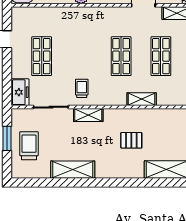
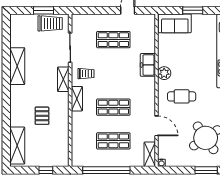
freezer: (20, 92) -> (148, 65), moved, turned 90
shelving: (142, 99) -> (77, 99), moved
trolley: (29, 146) -> (50, 23), moved

